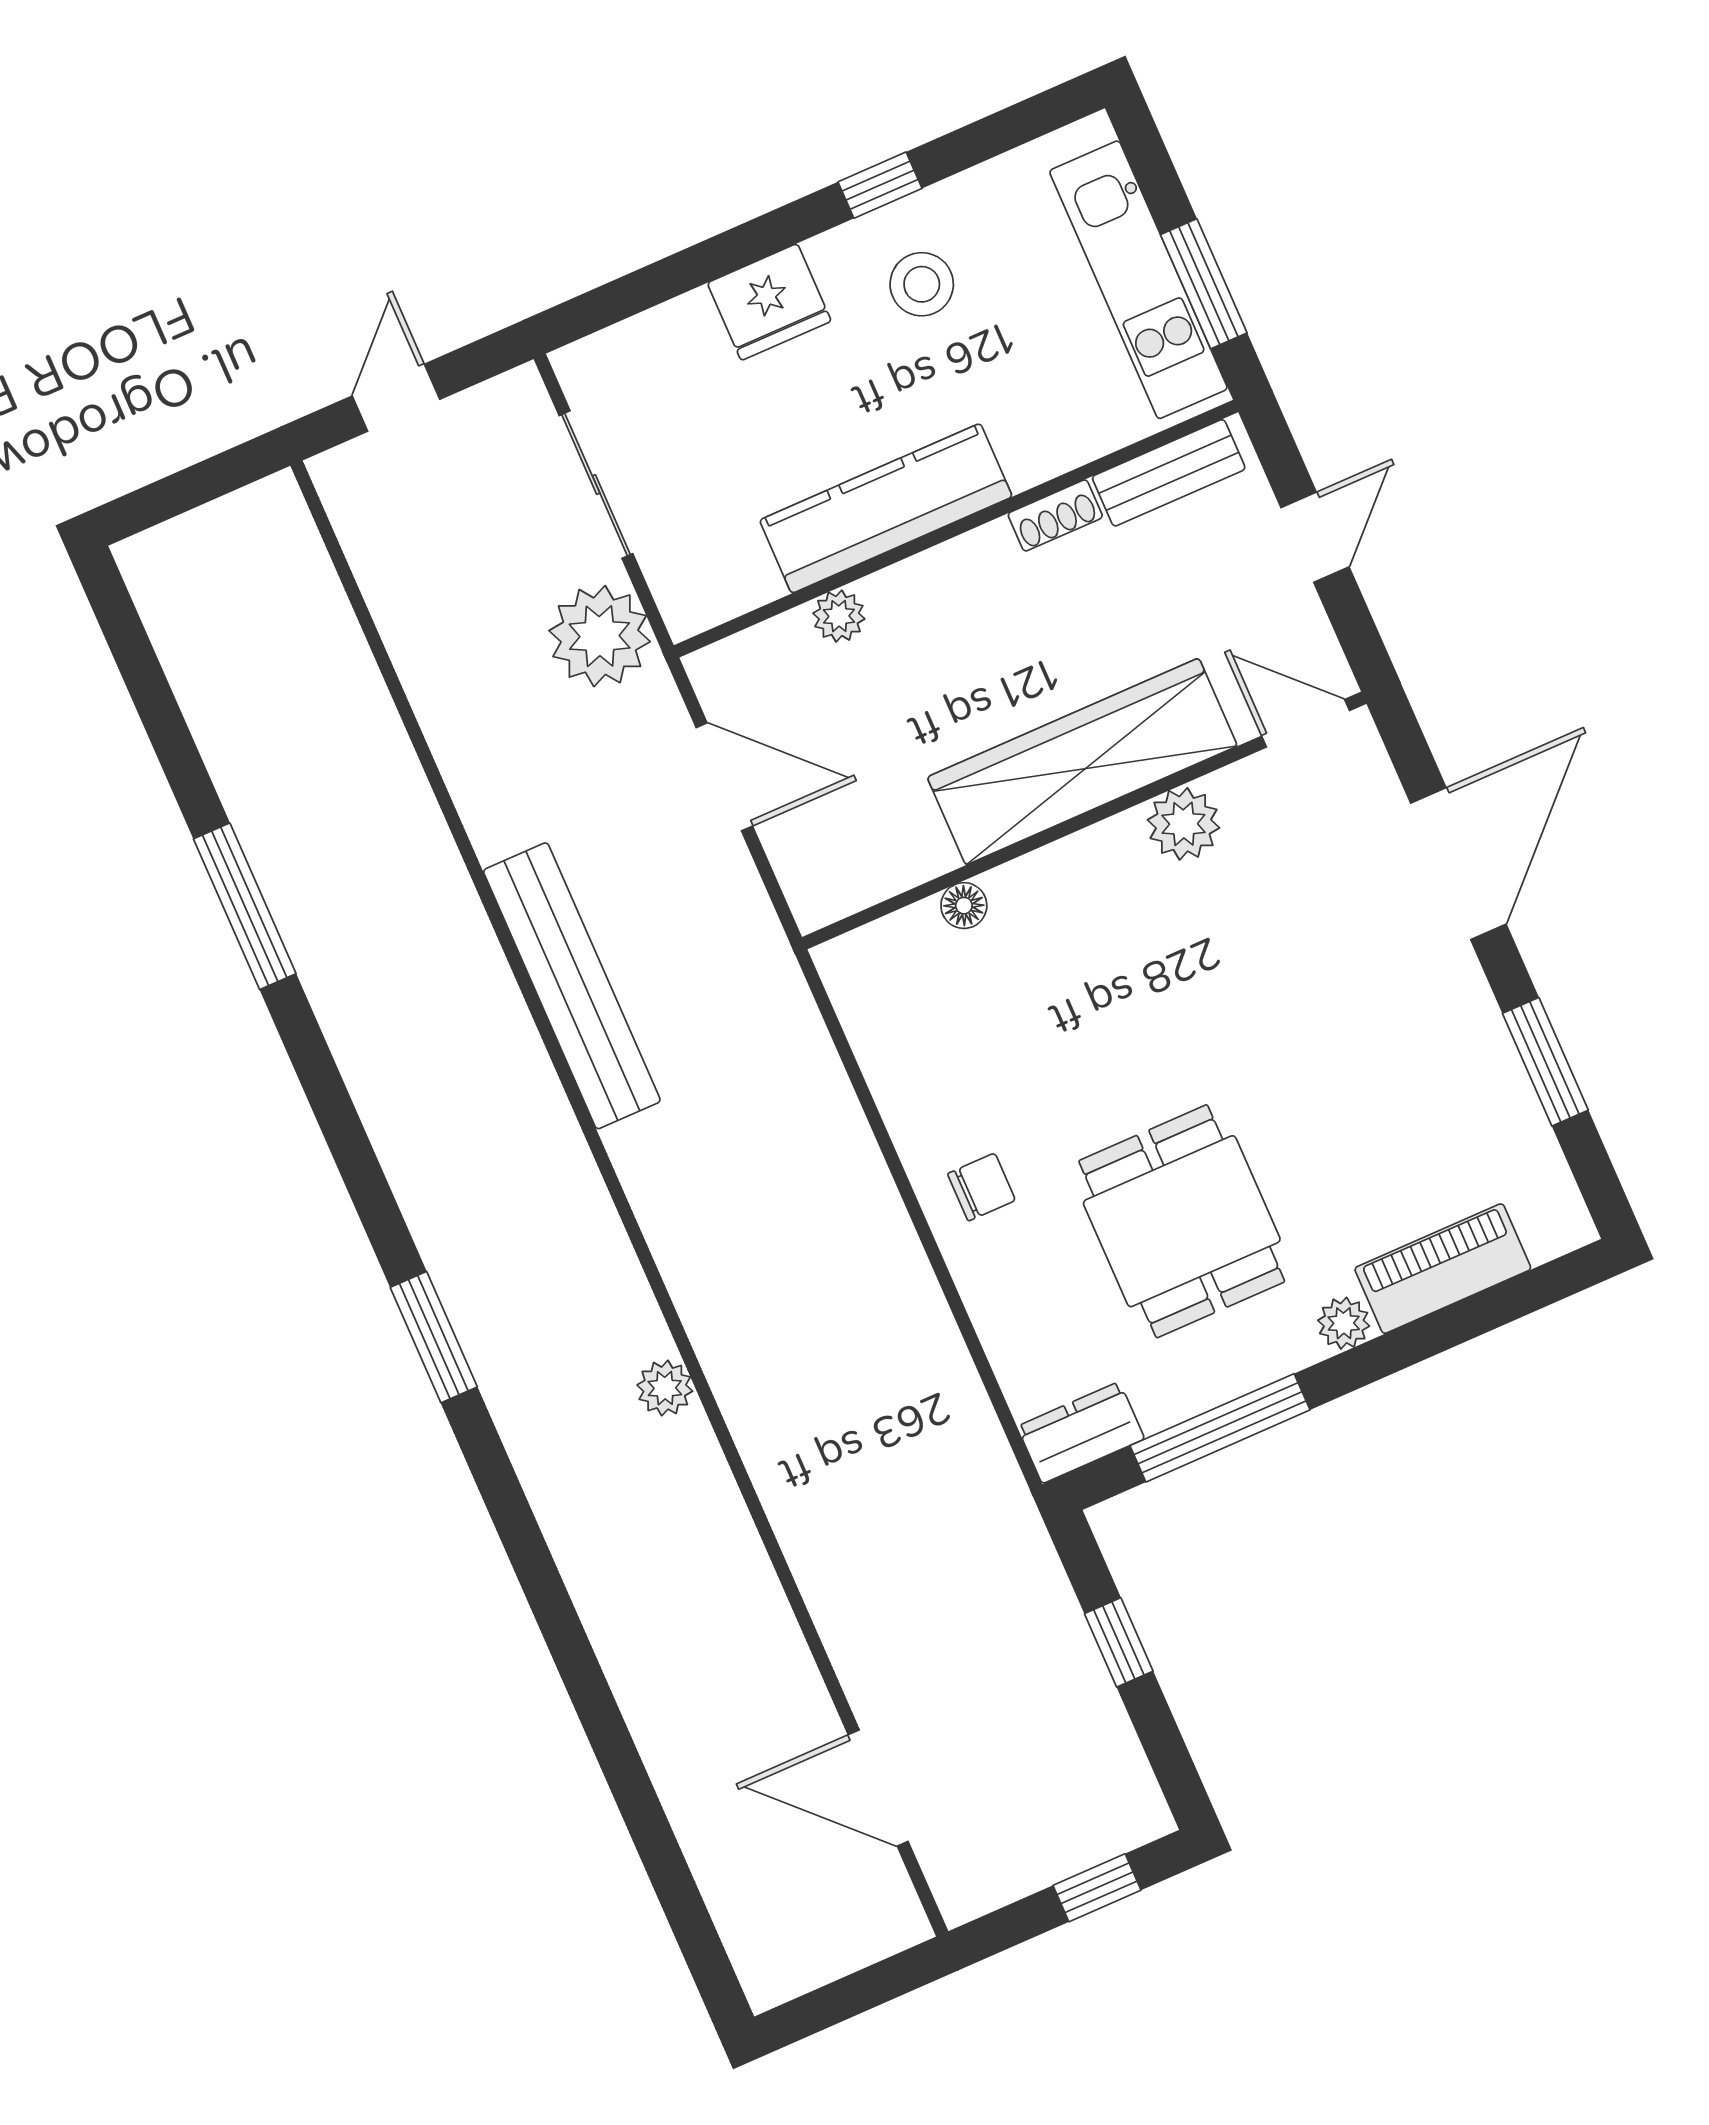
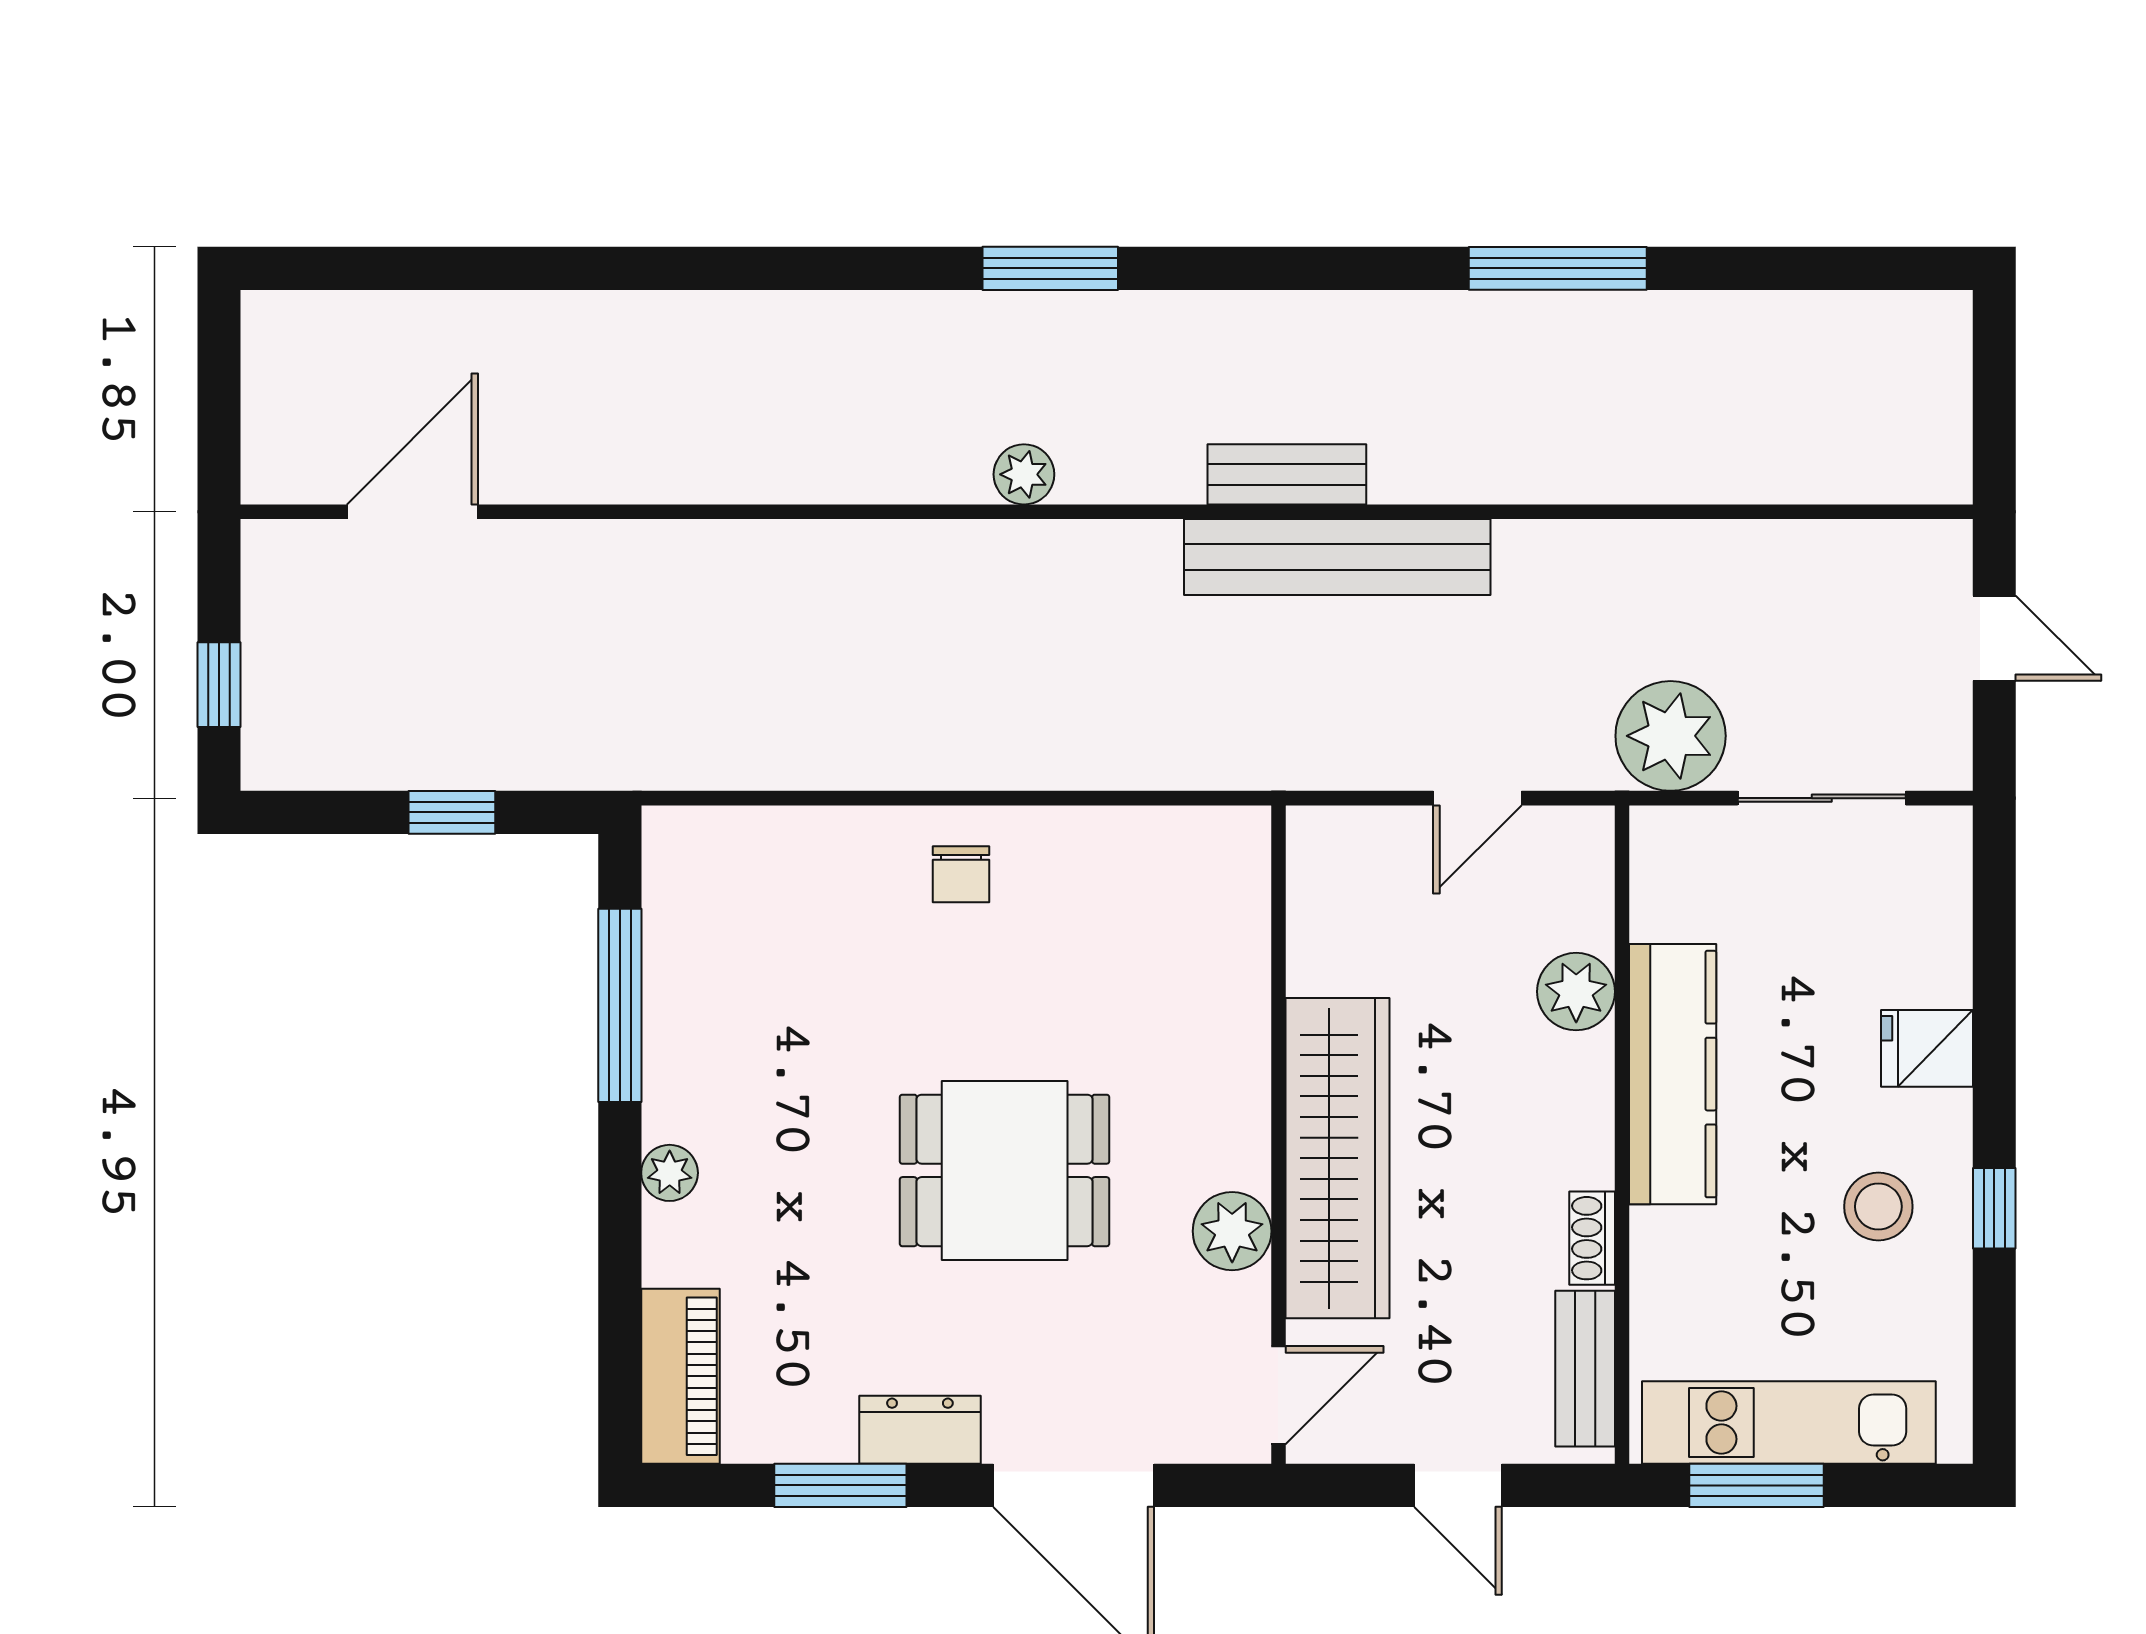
fridge: (769, 302) -> (1927, 1048), width x0.72
plant: (839, 616) -> (1576, 992), width x1.38, depth x1.38
door: (724, 777) -> (1477, 798), width x0.73
floor lamp: (964, 906) -> (1247, 979), removed
bench: (520, 1059) -> (1287, 474), added
dining table: (1182, 1221) -> (1005, 1170), moved
piano: (1443, 1269) -> (680, 1376), moved
plant: (665, 1388) -> (1024, 474), moved
dresser: (1081, 1433) -> (920, 1430), moved, turned -90

